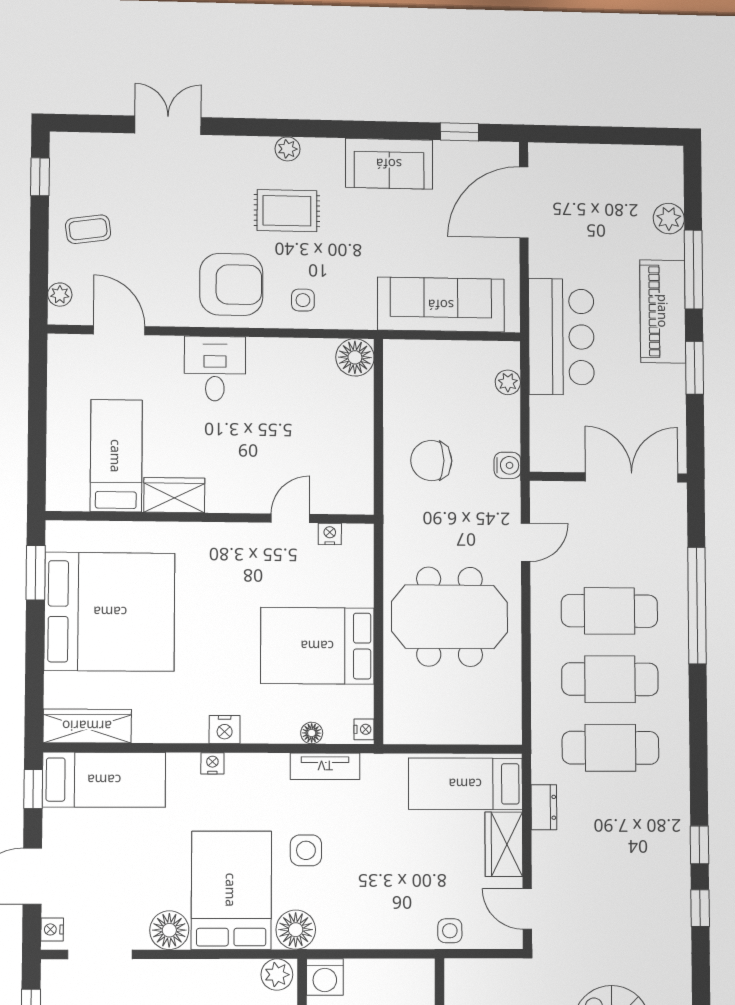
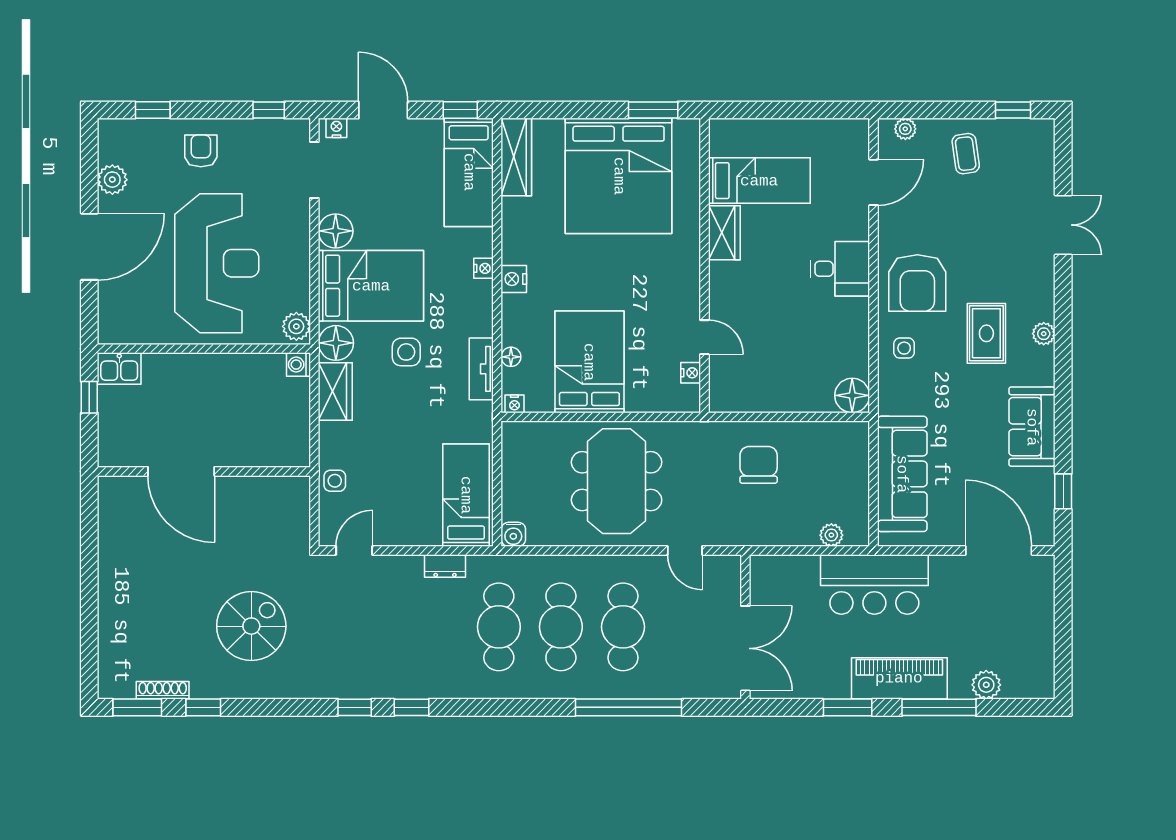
water cooler: (507, 465) -> (513, 534), moved
wardrobe: (504, 844) -> (335, 392), moved, turned 90
washing machine: (325, 977) -> (298, 365), width x0.73, depth x0.73

